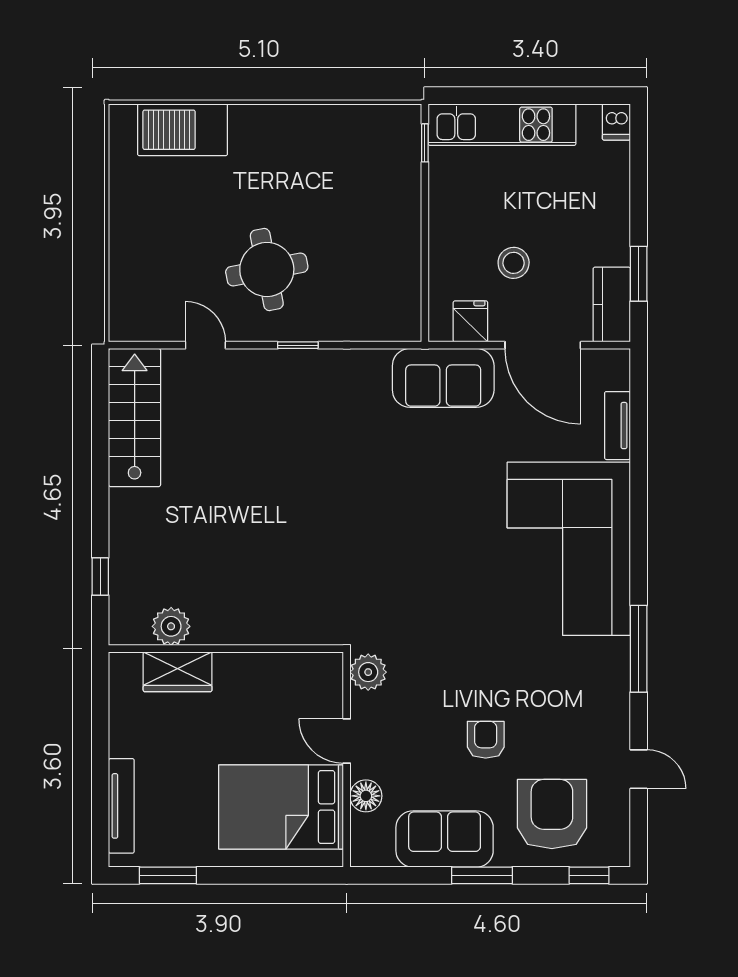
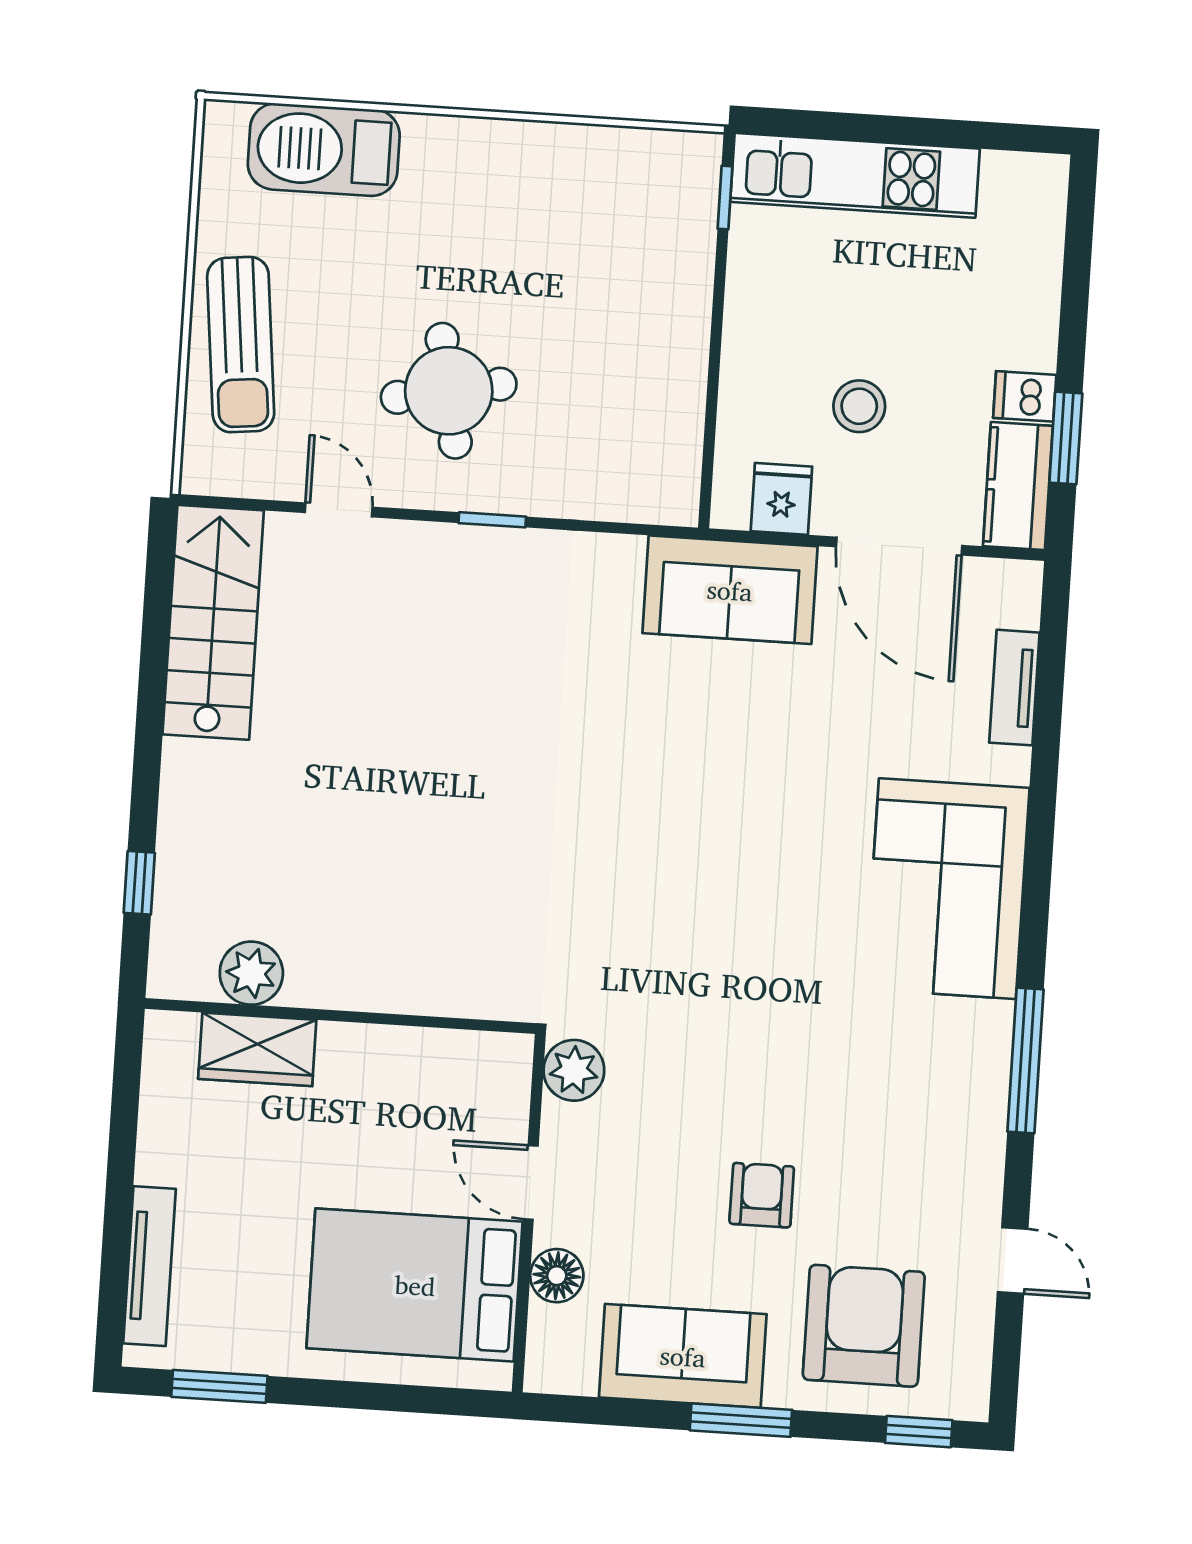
dishwasher: (616, 122) -> (1025, 396), moved, turned 90
sun lounger: (140, 250) -> (241, 345), added
corner sofa: (569, 549) -> (947, 889), width x0.73, depth x0.74

